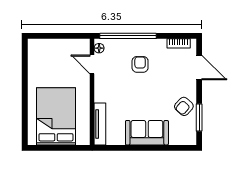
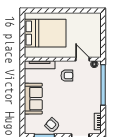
door: (92, 64) -> (83, 59), hinge flipped
armchair: (140, 64) -> (67, 76), moved

